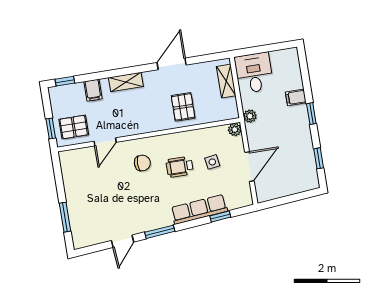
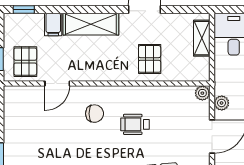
shelving: (126, 82) -> (91, 24), width x1.50, depth x1.33
plant: (250, 116) -> (222, 103), moved
pallet: (74, 127) -> (25, 62), turned 90
side table: (212, 162) -> (172, 125), removed

